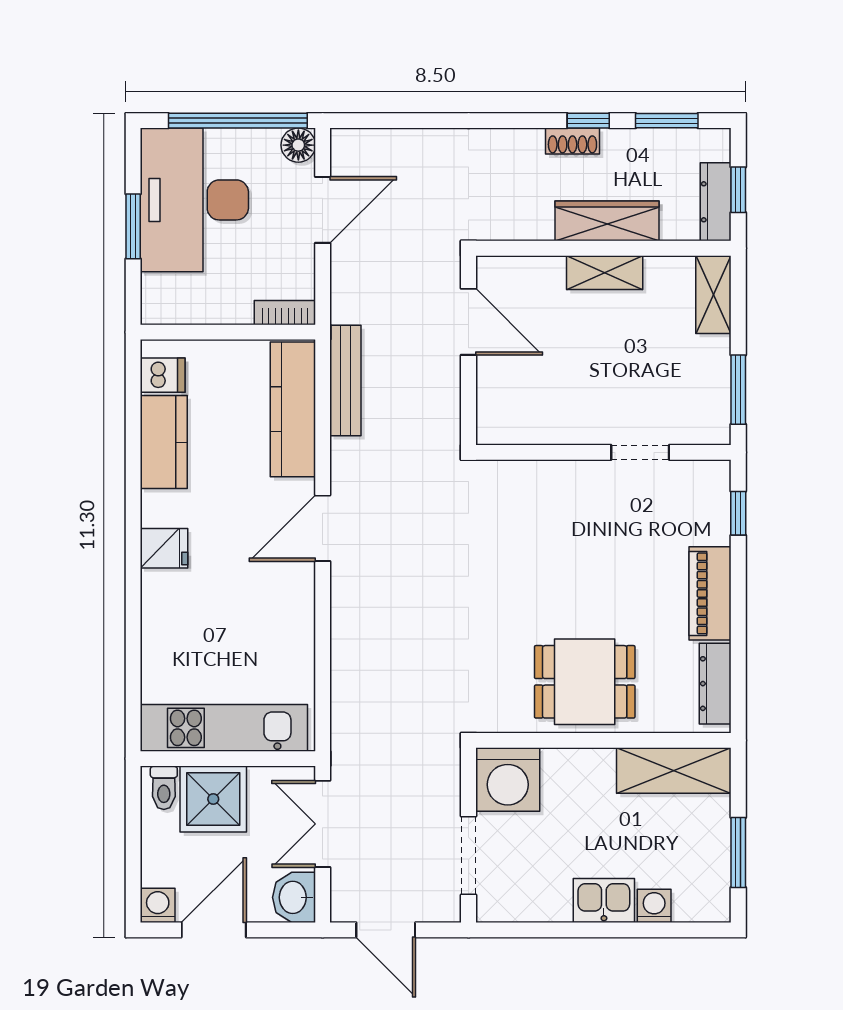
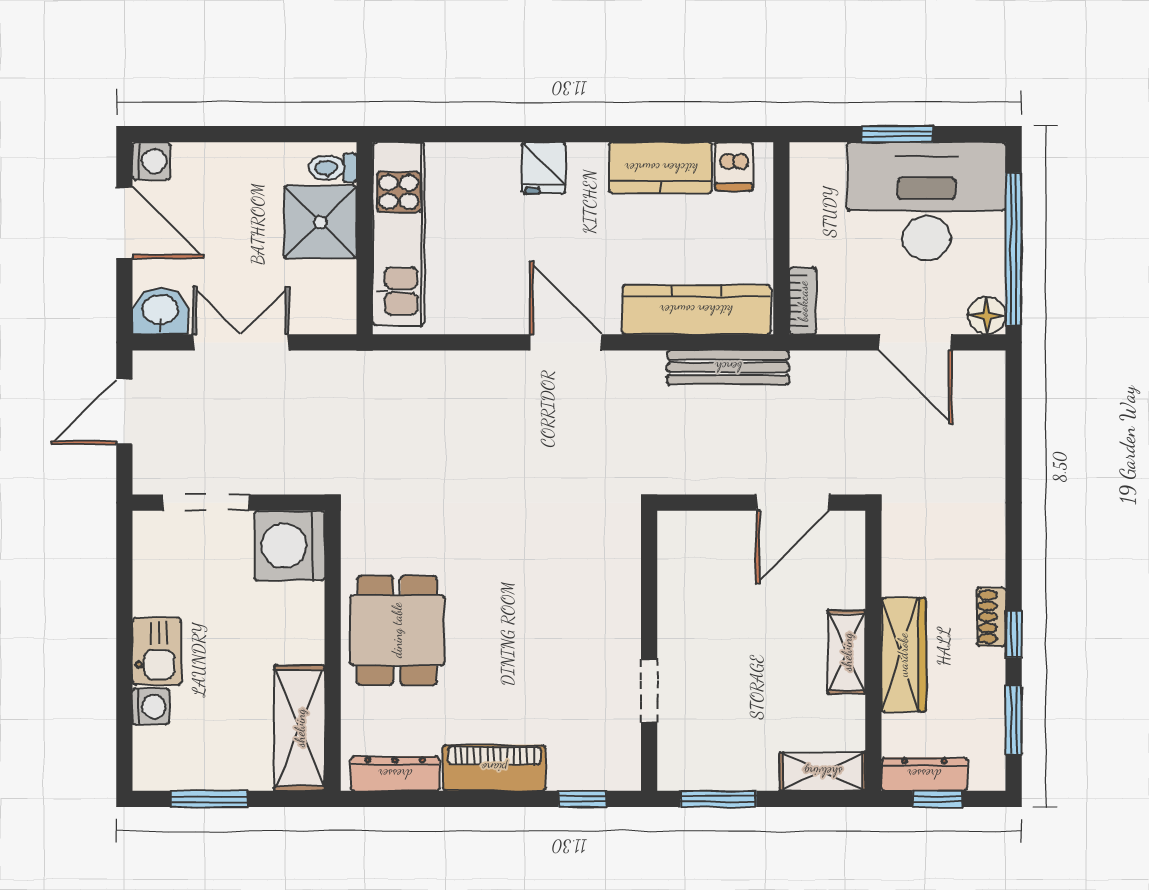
kitchen unit: (224, 728) -> (399, 234), moved
wall: (228, 759) -> (365, 238), moved
toilet: (164, 788) -> (333, 168), moved
shower: (213, 799) -> (320, 222), moved

